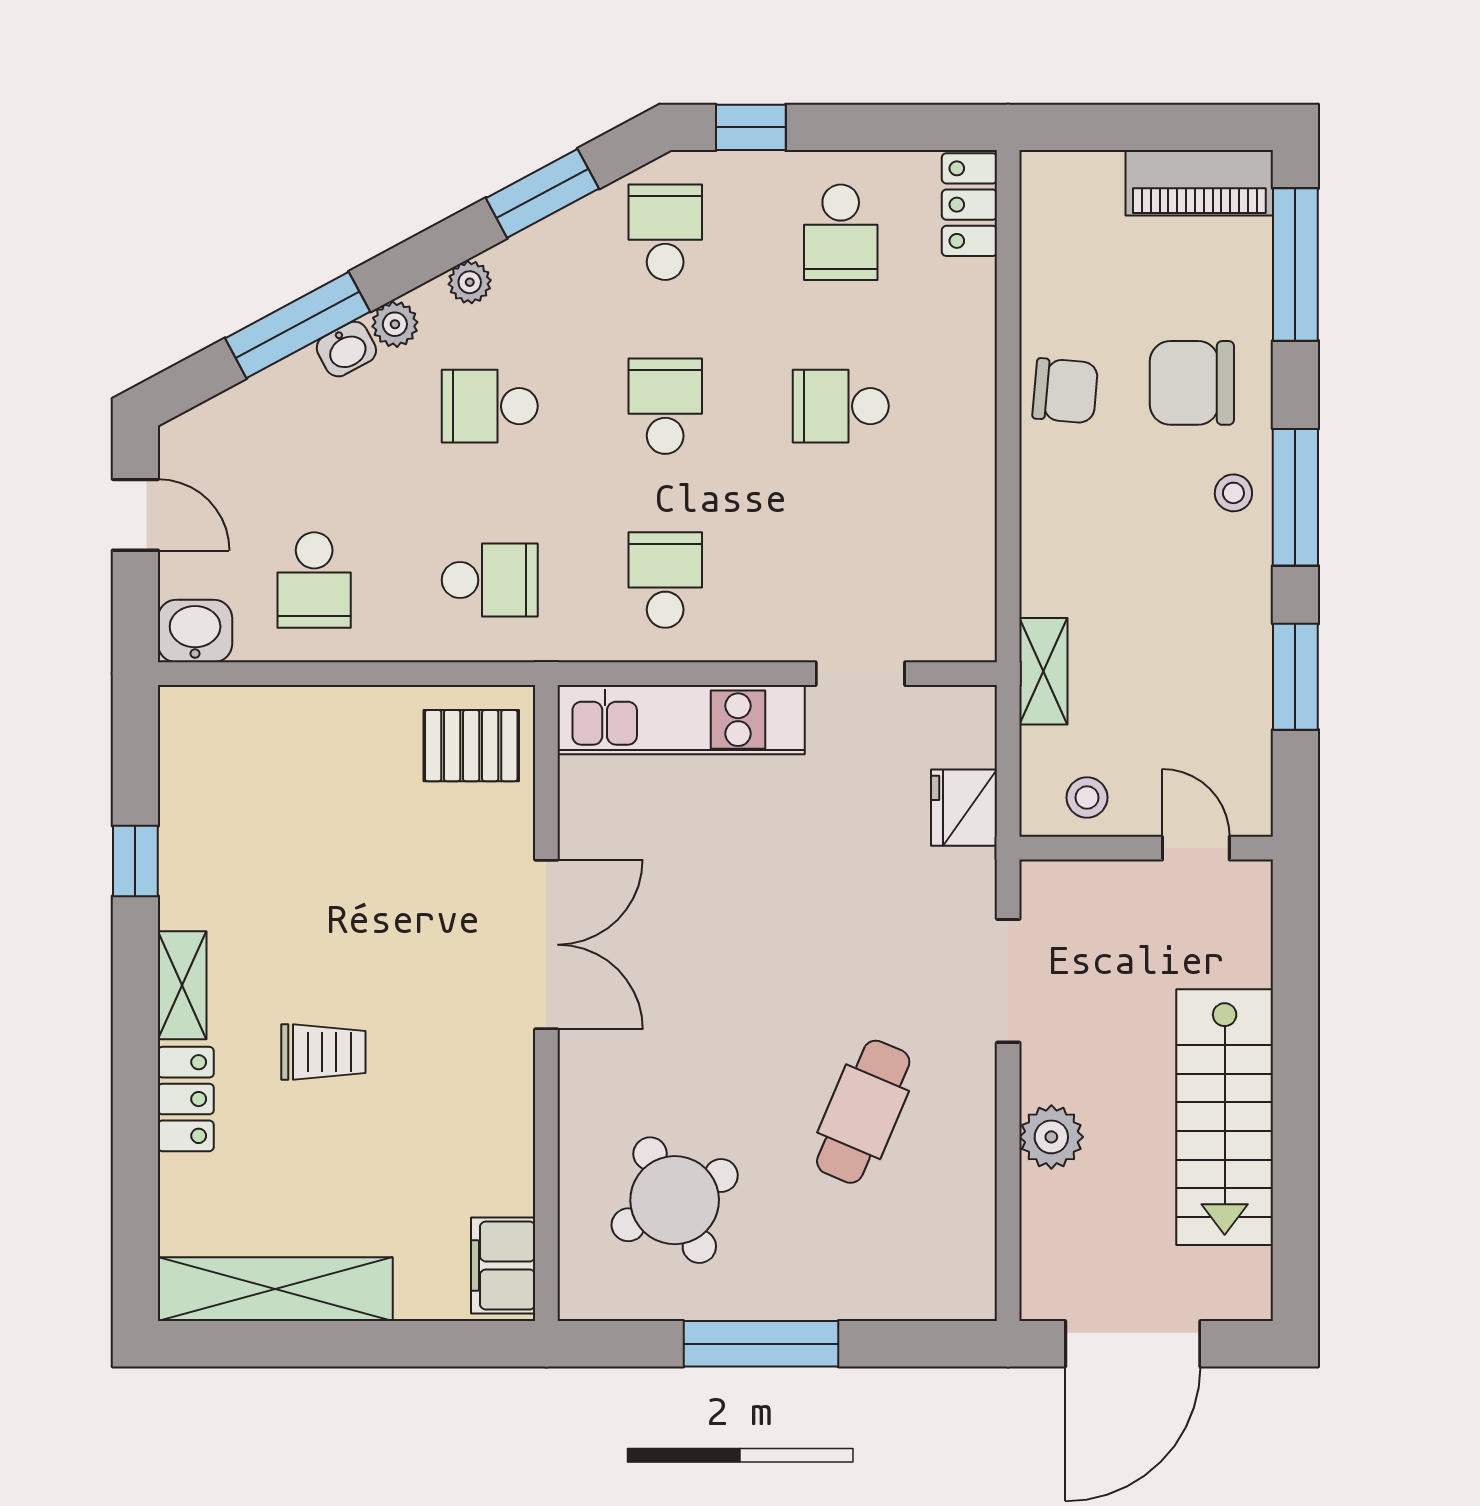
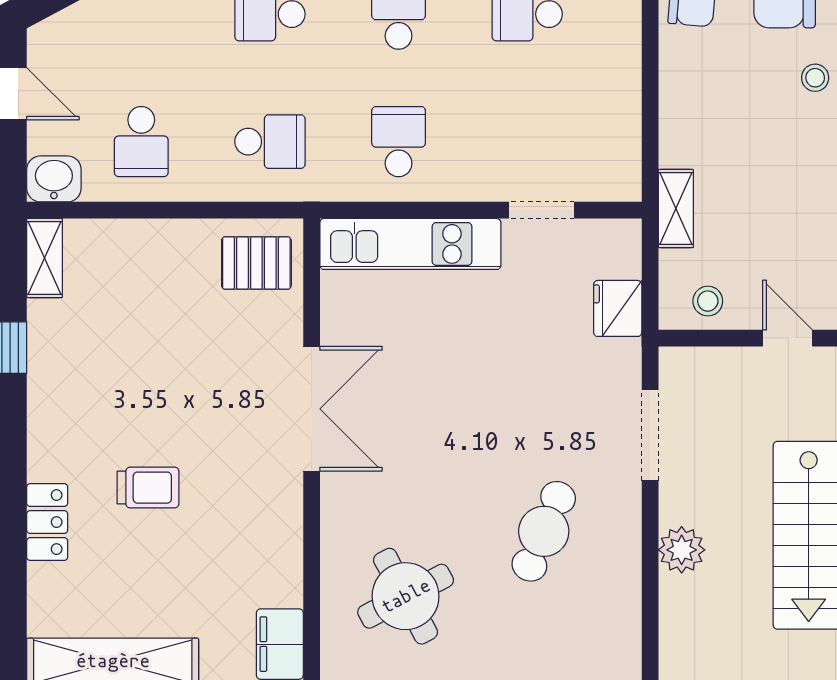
shelving: (182, 985) -> (45, 258), moved

